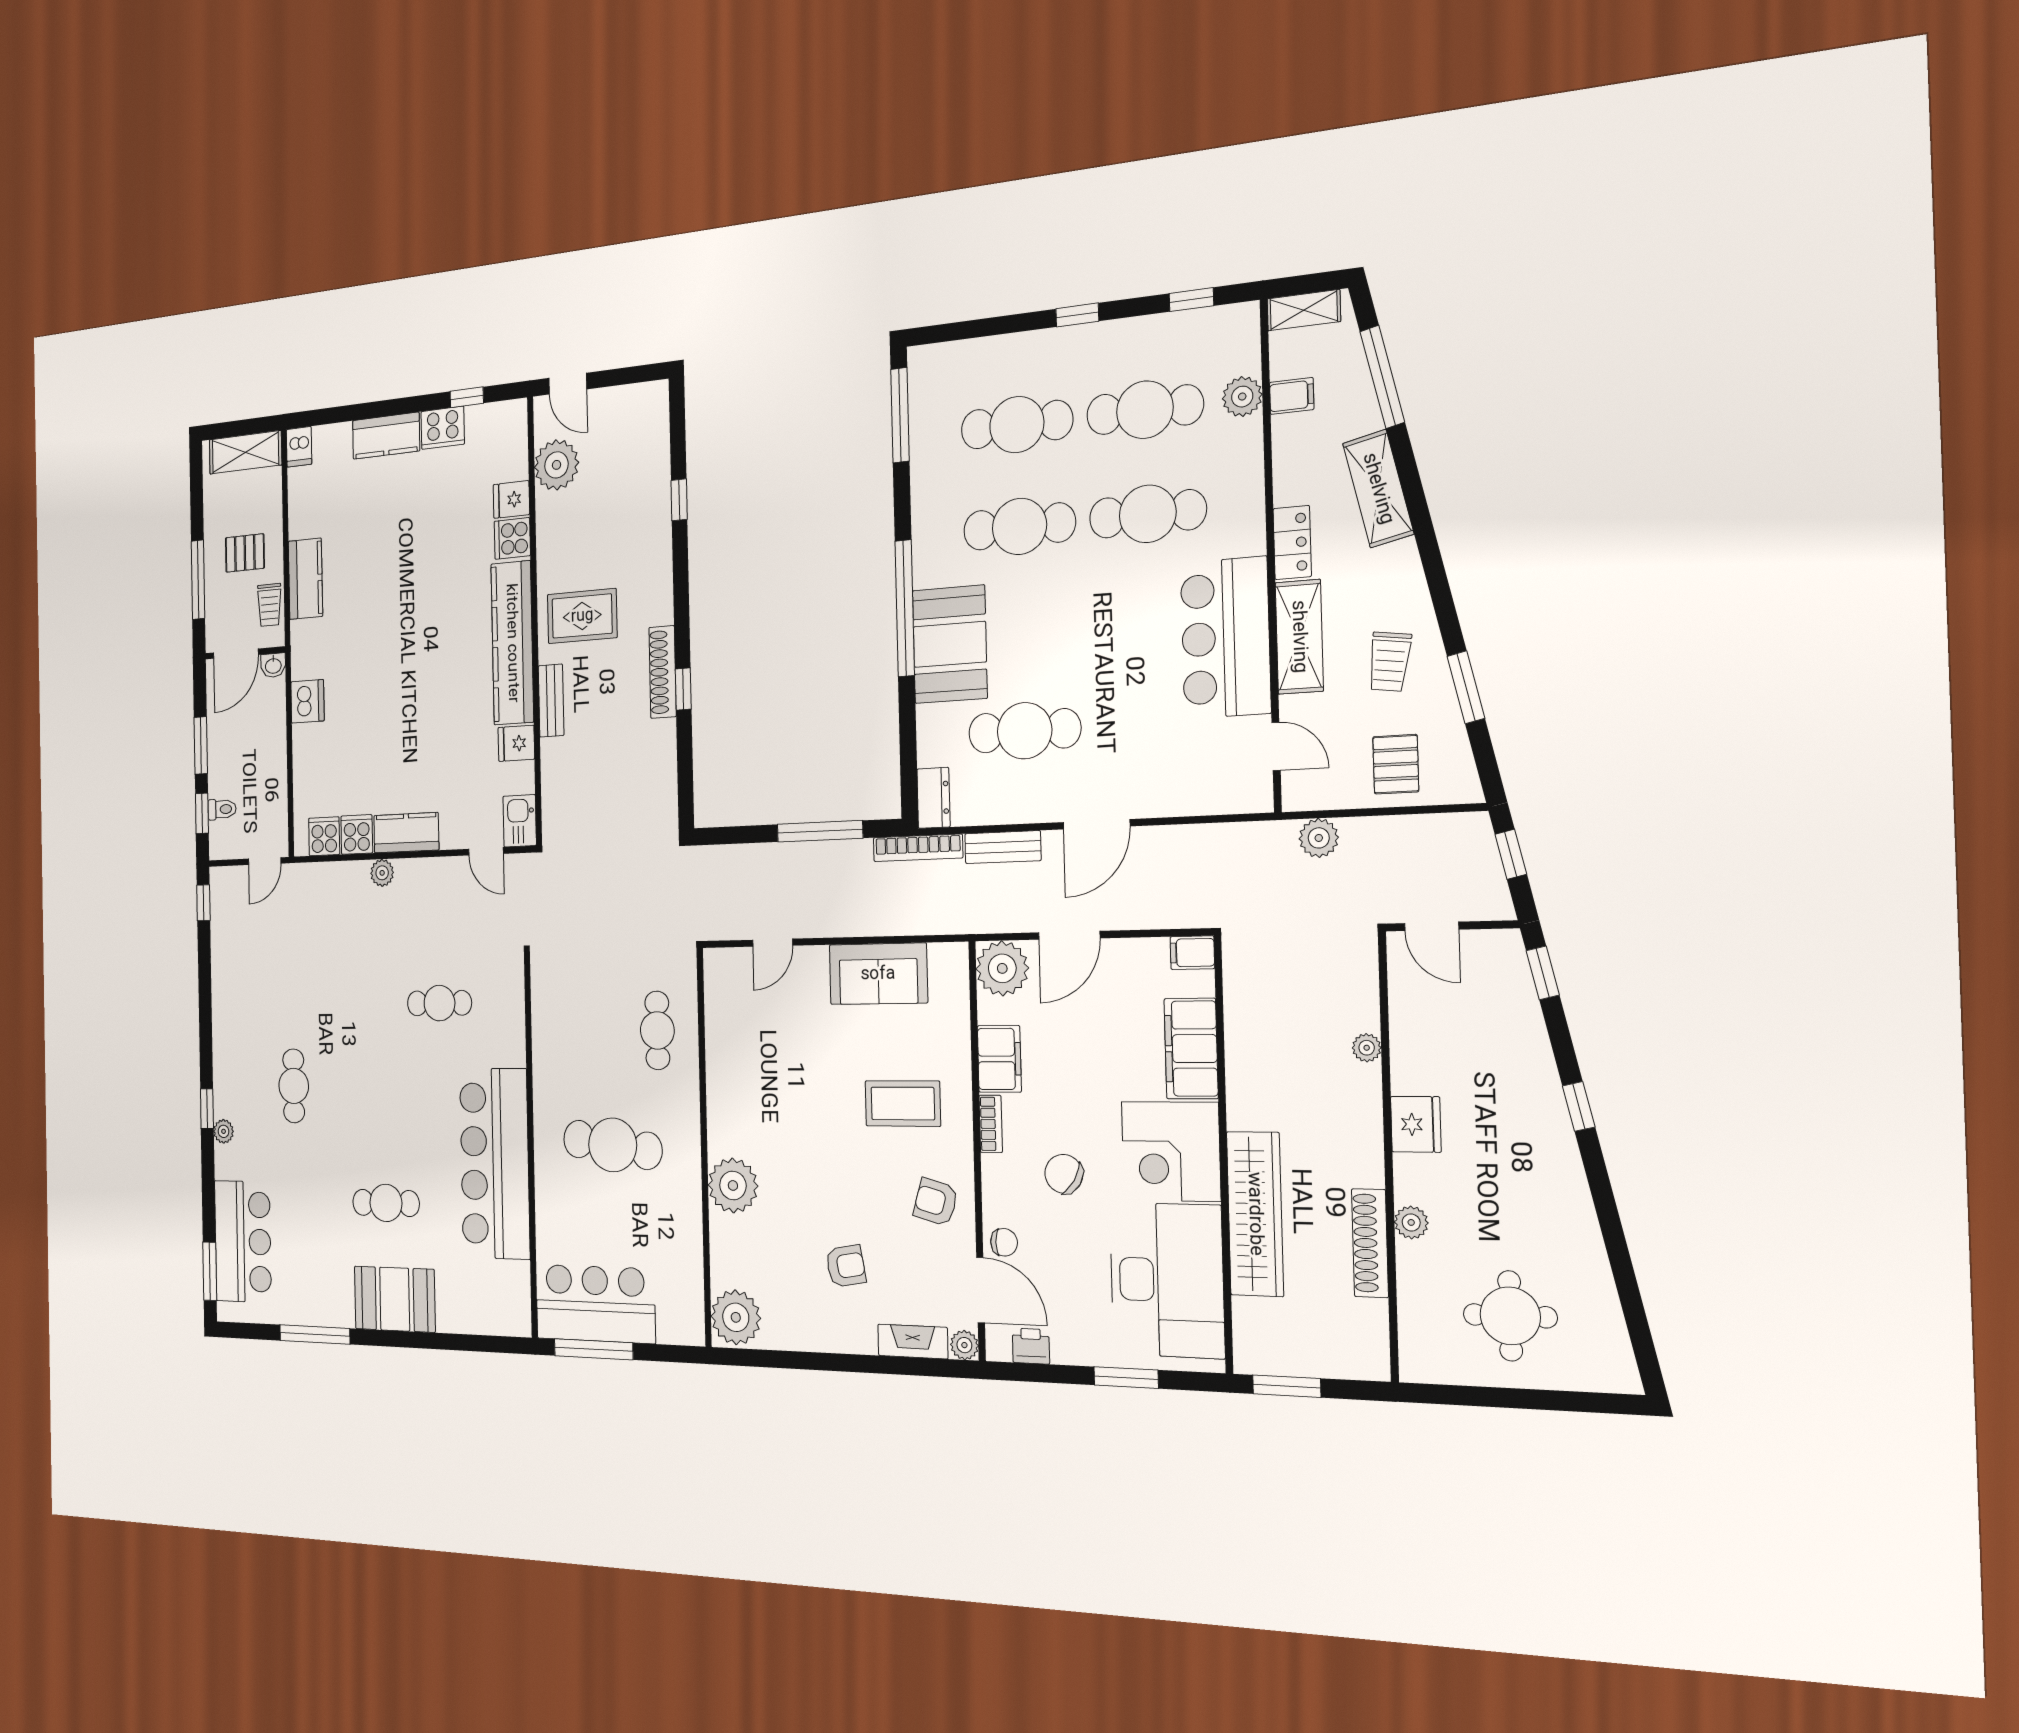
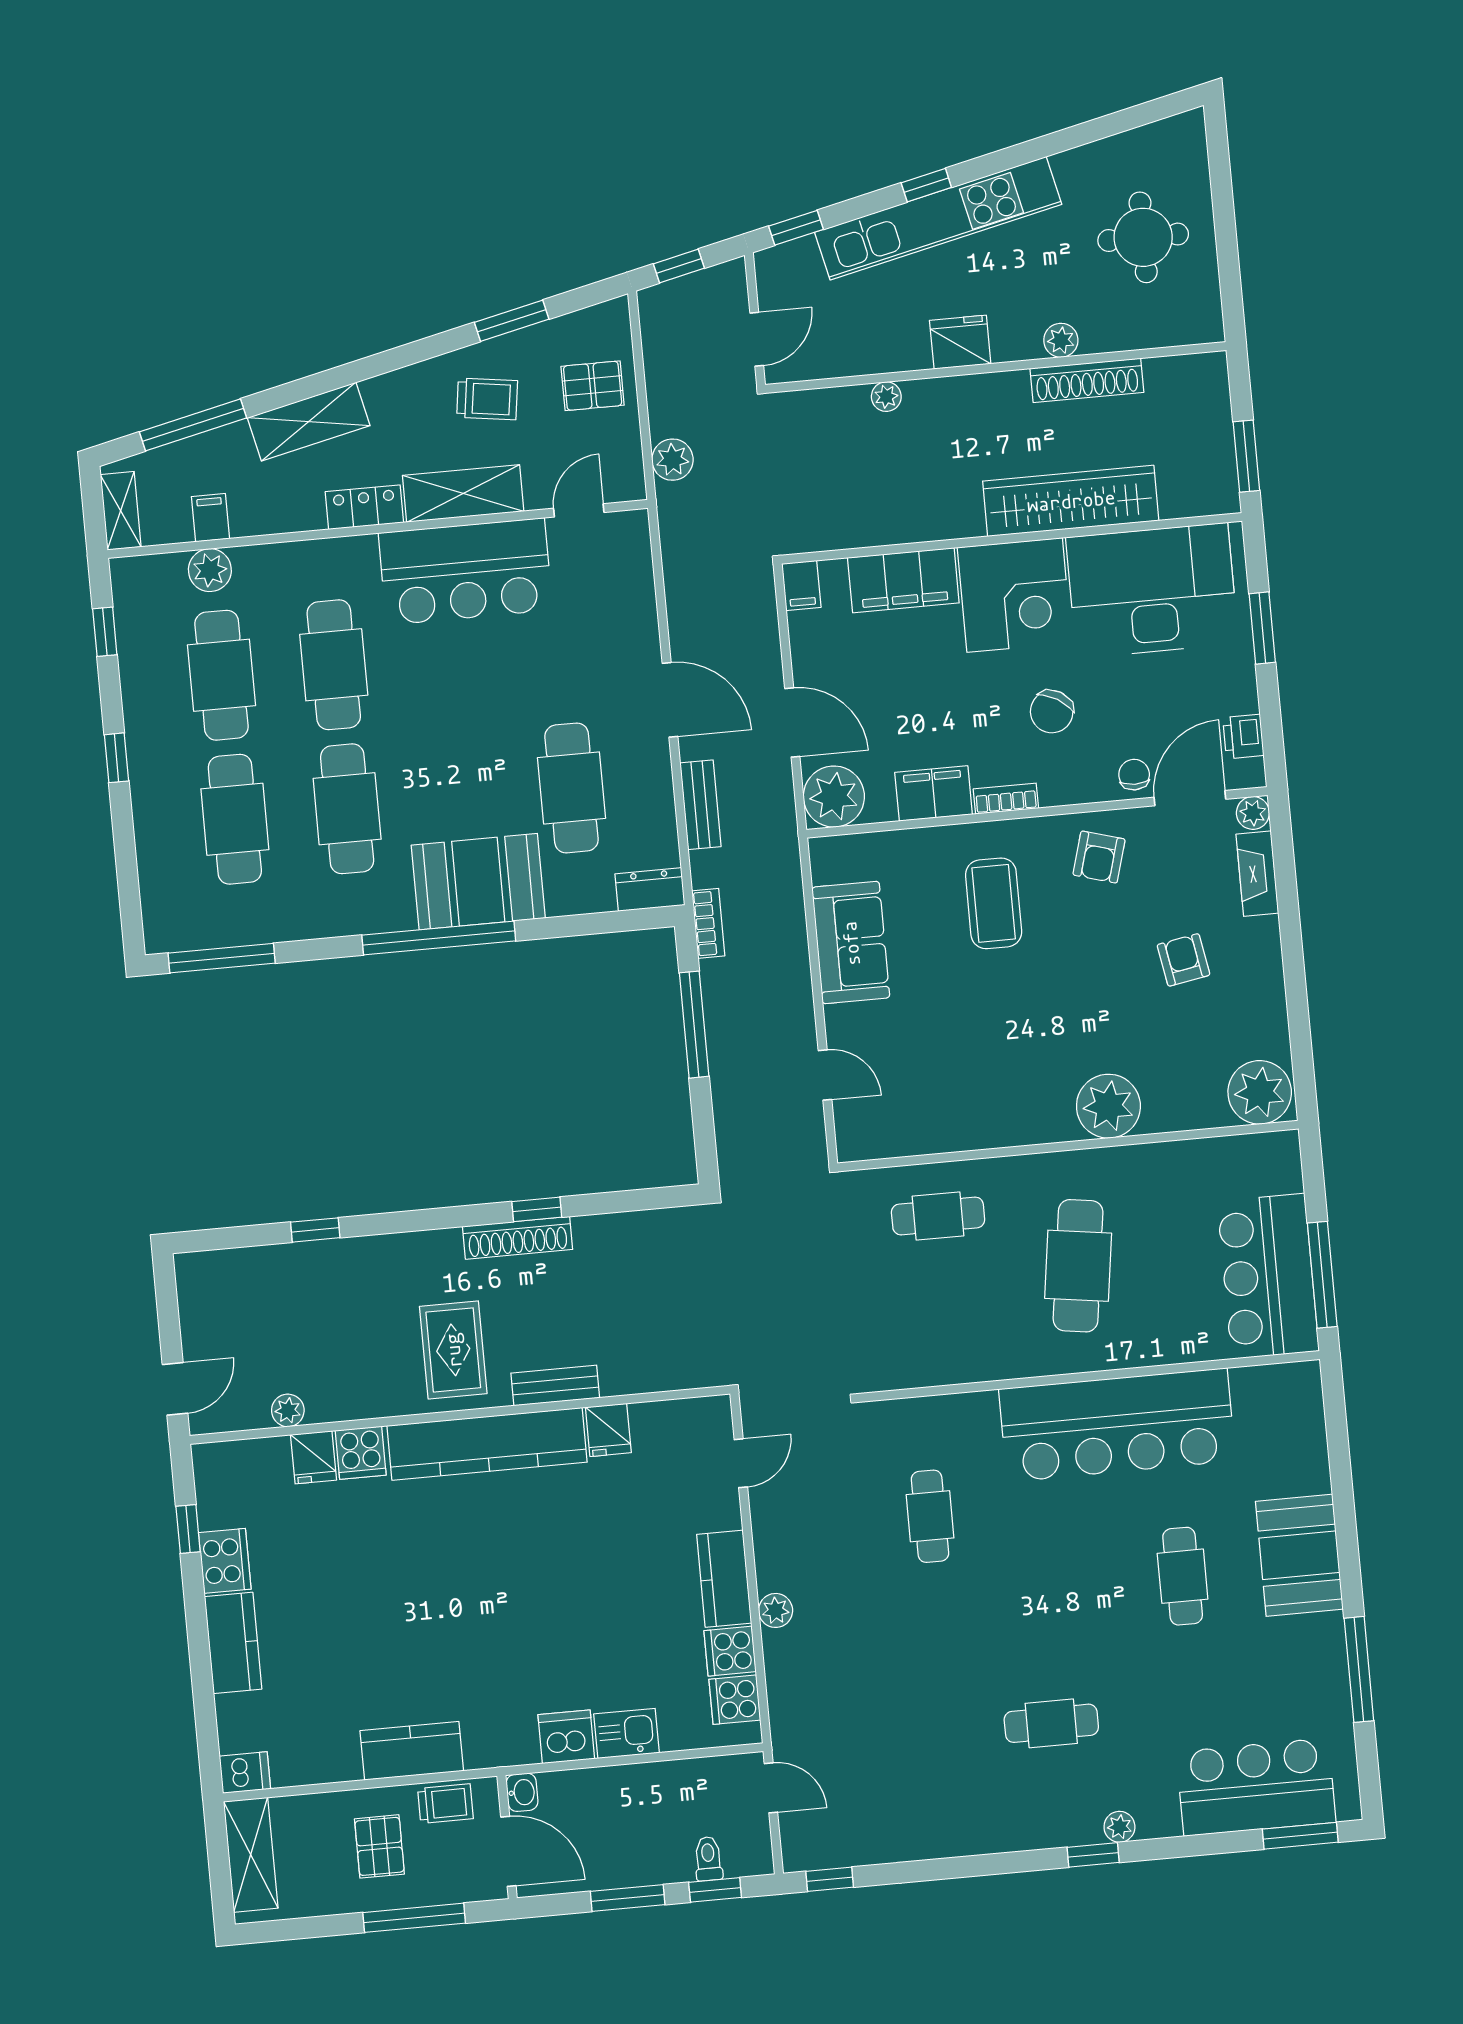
plant: (556, 465) -> (288, 1410), width x0.53, depth x0.53
kitchen sink: (520, 821) -> (627, 1733), moved, turned 180
bookcase: (918, 848) -> (708, 923), width x0.64
kitchen unit: (1543, 1115) -> (938, 218), added

